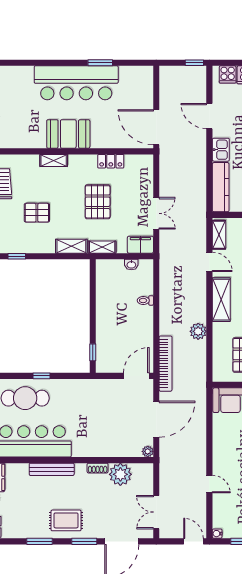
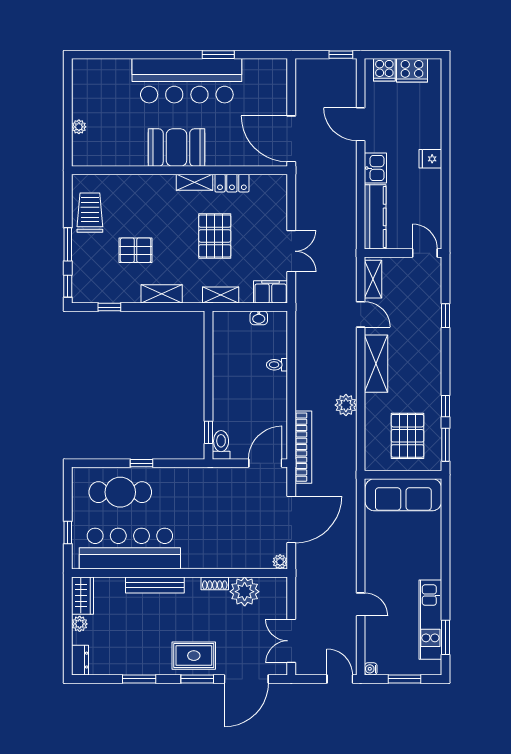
shelving: (54, 161) -> (194, 182), moved
shelving: (71, 246) -> (162, 294), moved
toilet: (102, 362) -> (221, 445), added
rug: (66, 520) -> (194, 656), moved

